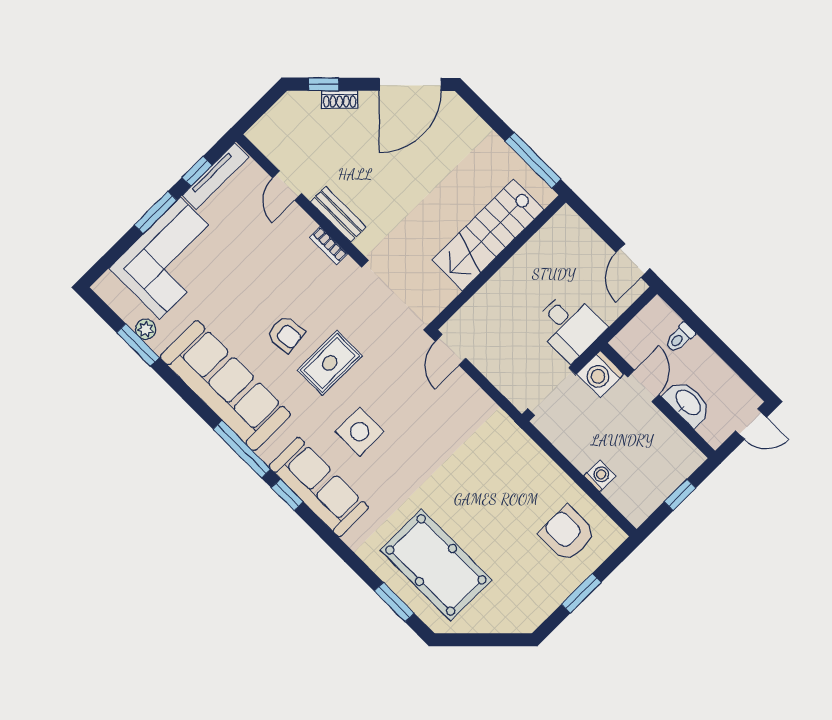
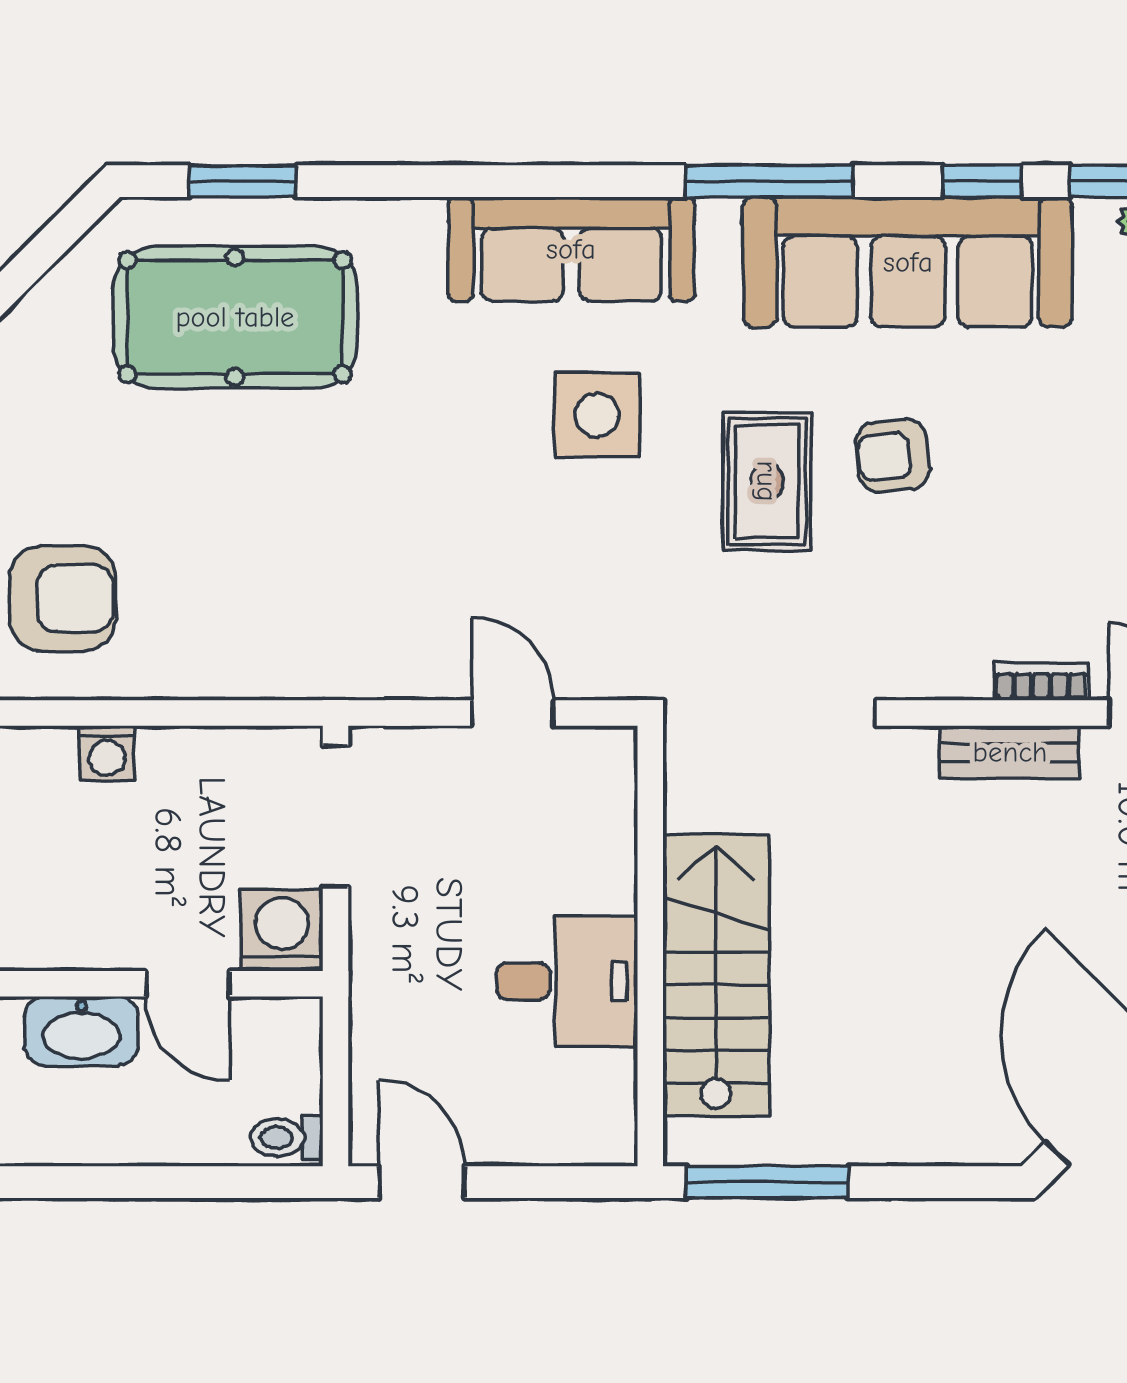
bookcase: (328, 246) -> (1041, 681), moved
desk: (569, 326) -> (567, 981), moved, turned 180
toilet: (680, 338) -> (287, 1138), moved, turned -90
door: (451, 350) -> (512, 713), moved
window: (287, 495) -> (982, 181), moved

